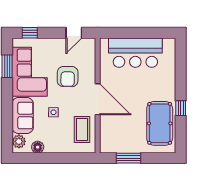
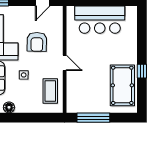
door: (98, 99) -> (65, 63), width x0.53
window: (129, 158) -> (93, 118), width x1.44

